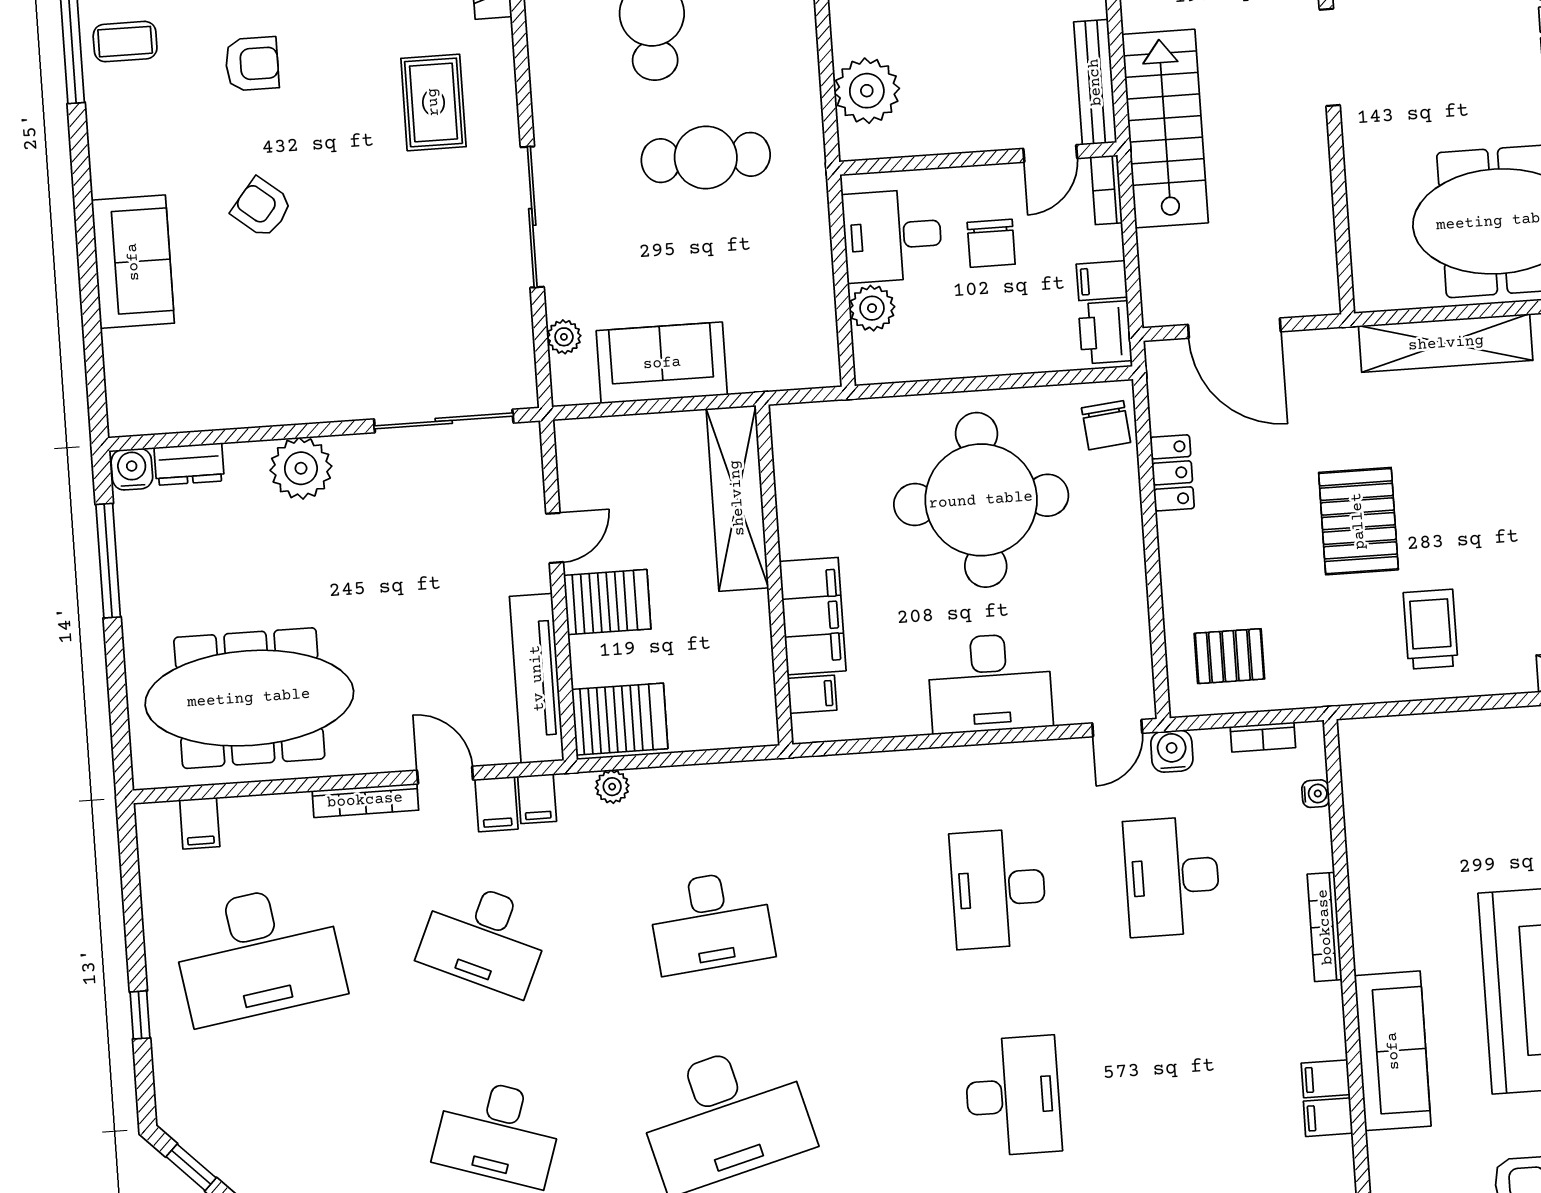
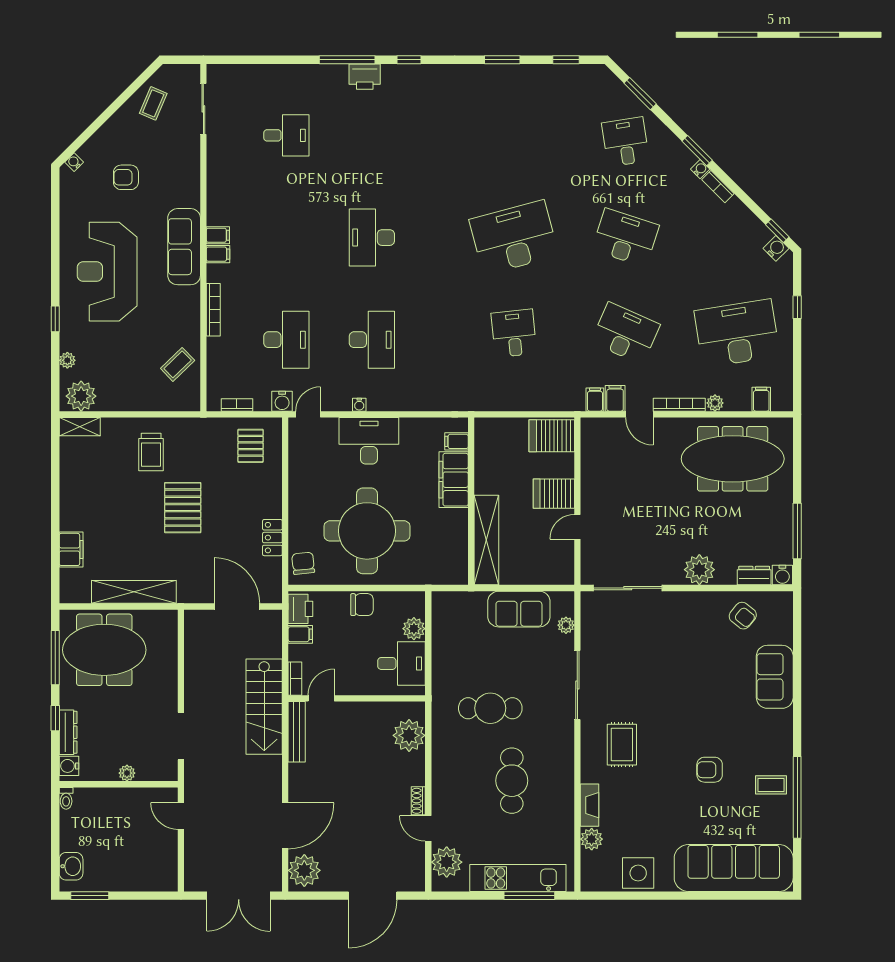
armchair: (262, 208) -> (743, 616), moved
chair: (991, 243) -> (362, 605), moved, turned 90
pallet: (1229, 656) -> (251, 446), turned 90
tv unit: (537, 678) -> (591, 459), removed
plant: (612, 787) -> (715, 403), moved
water cooler: (1316, 794) -> (359, 405), moved, turned -90
coffee table: (1389, 811) -> (178, 364), added
desk: (711, 922) -> (514, 333), width x0.73
filing cabinet: (1328, 1117) -> (218, 254), moved
water cooler: (191, 1131) -> (776, 248), added

